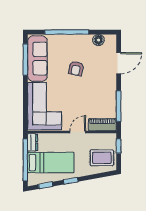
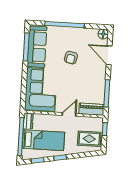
floor lamp: (98, 40) -> (103, 34), moved
door: (119, 63) -> (109, 55), swing flipped

